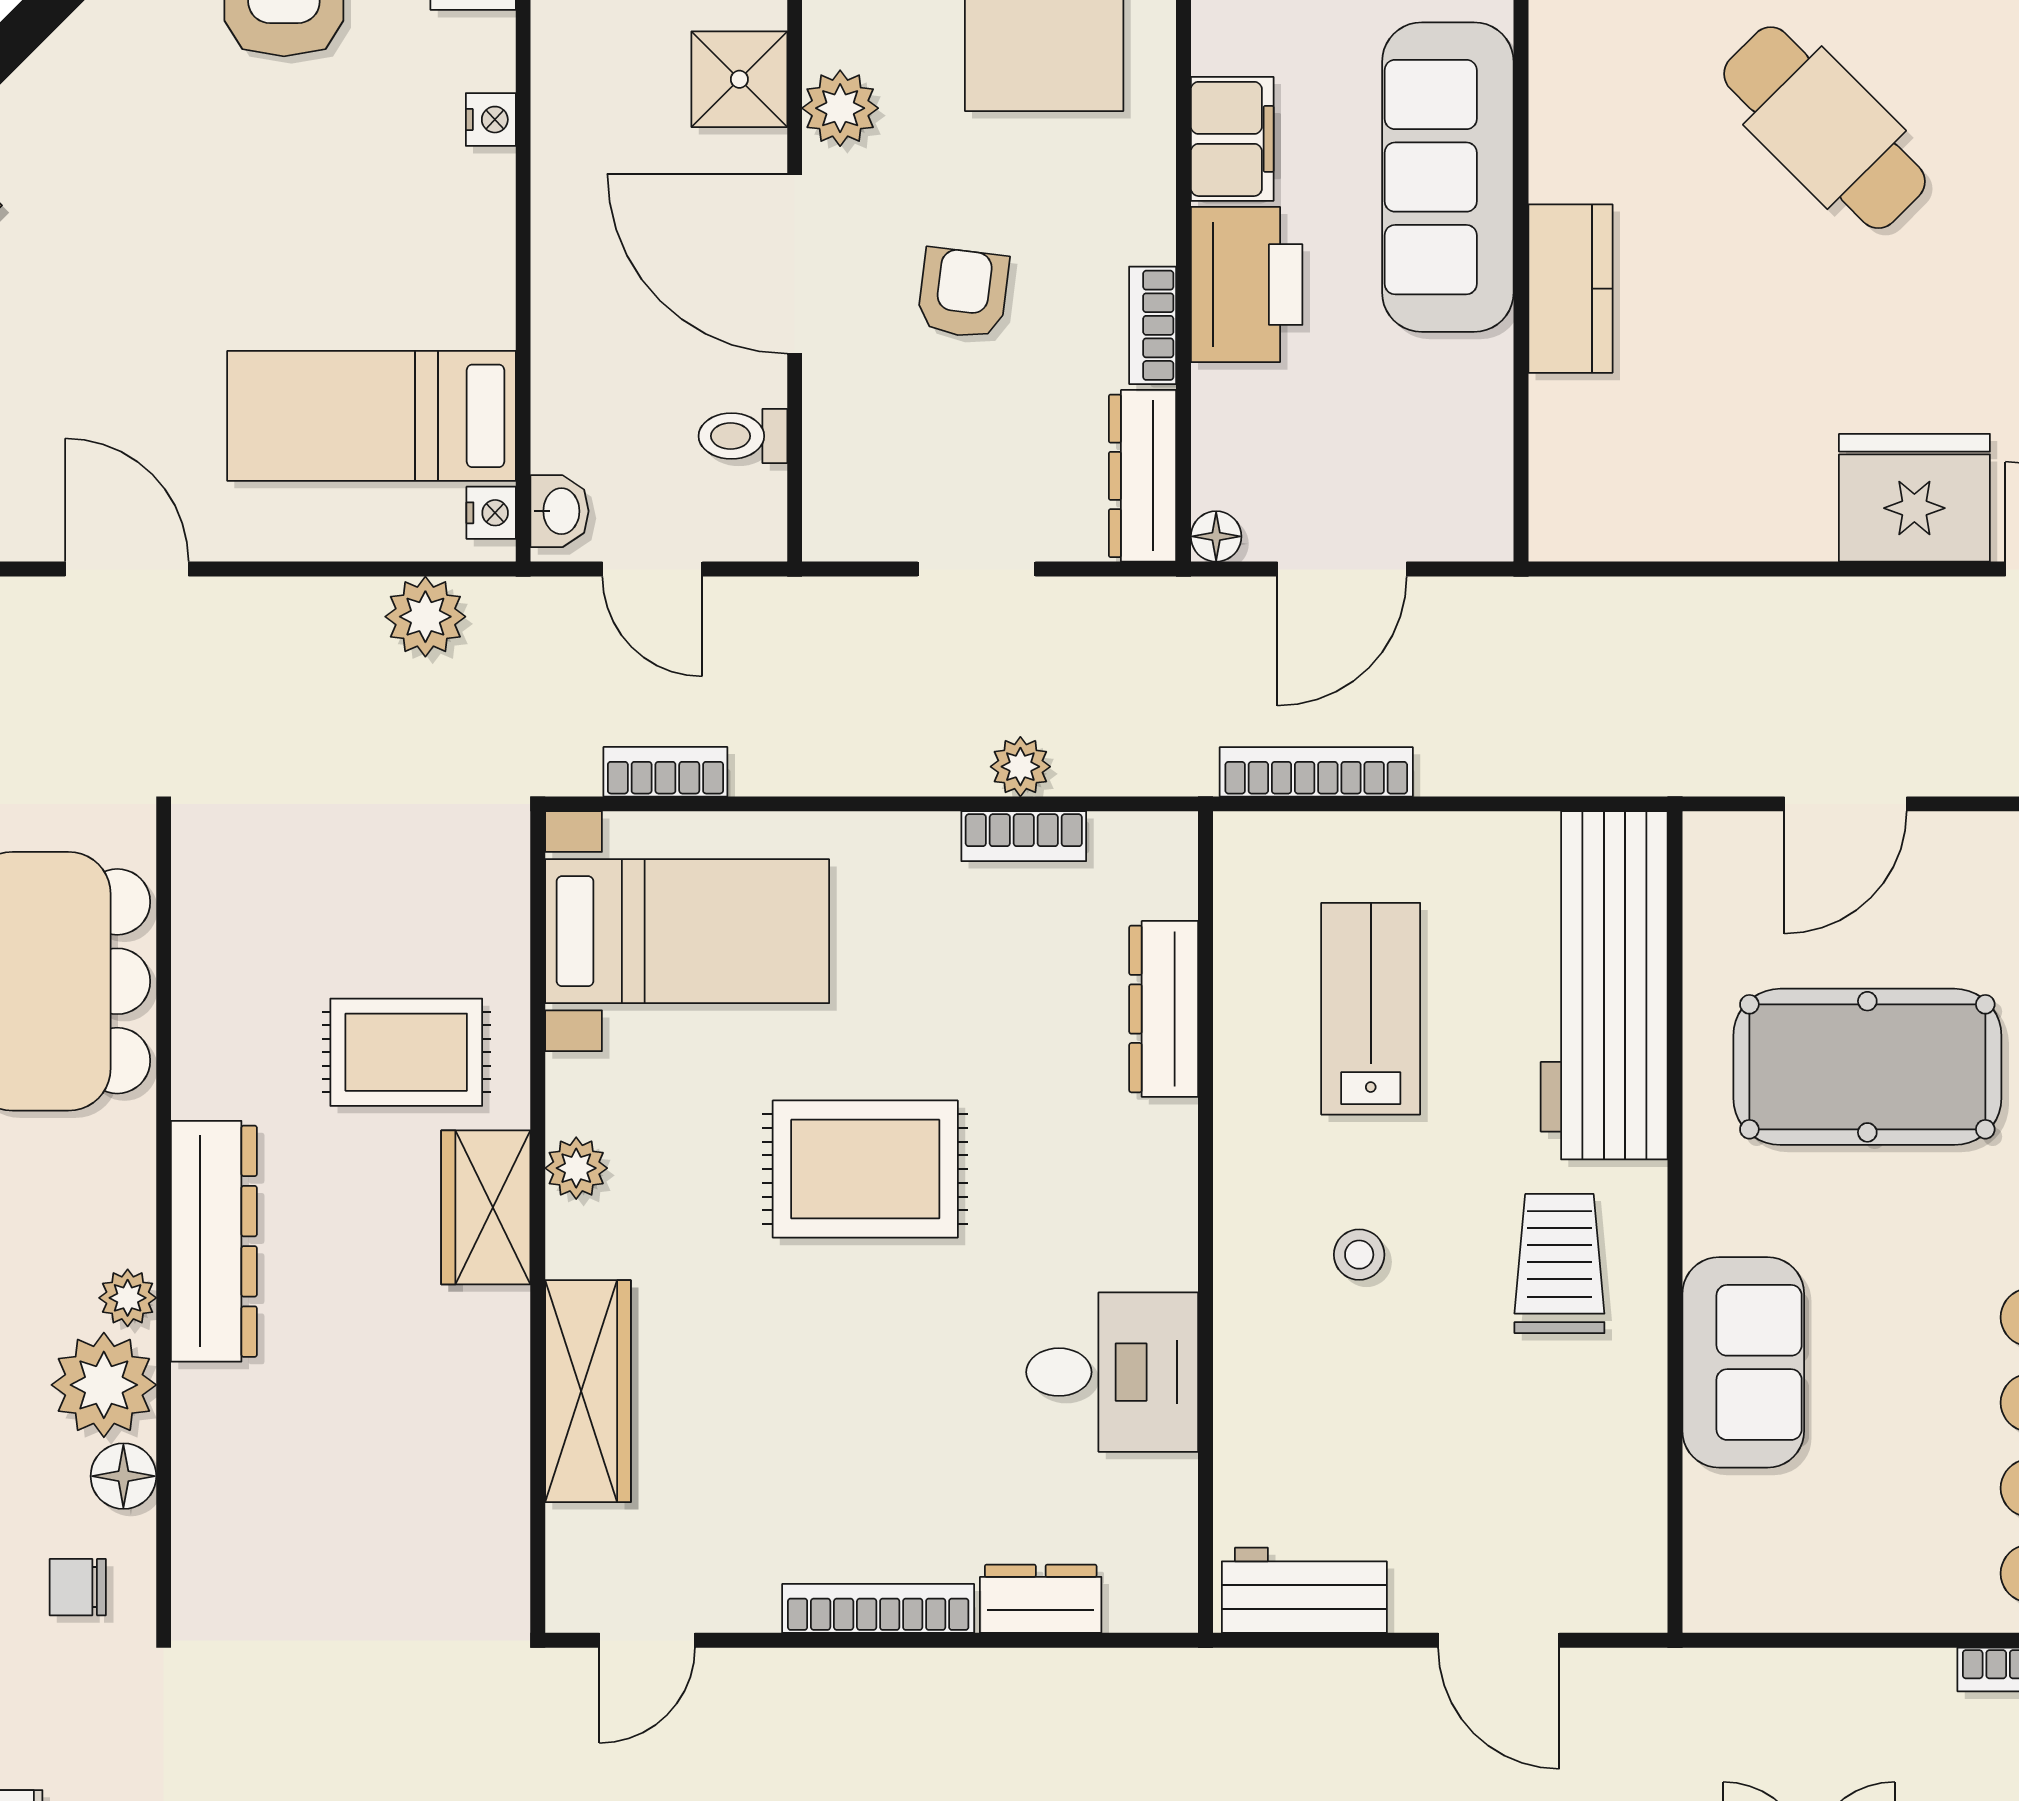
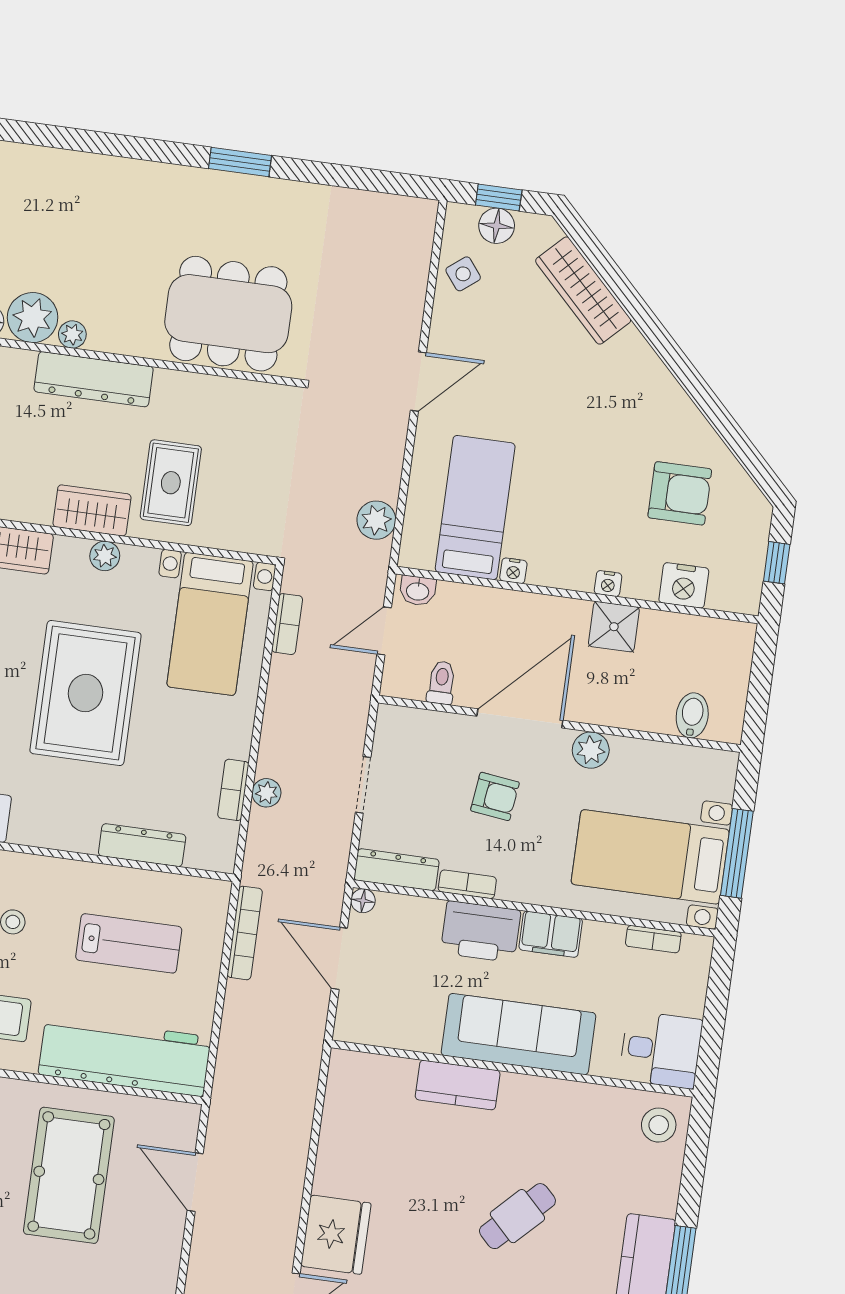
shower: (739, 79) -> (614, 627), moved
cafe table: (1824, 128) -> (517, 1216), width x0.73, depth x0.74
nightstand: (491, 513) -> (513, 571), moved
rug: (865, 1169) -> (85, 693), width x1.37, depth x1.44

